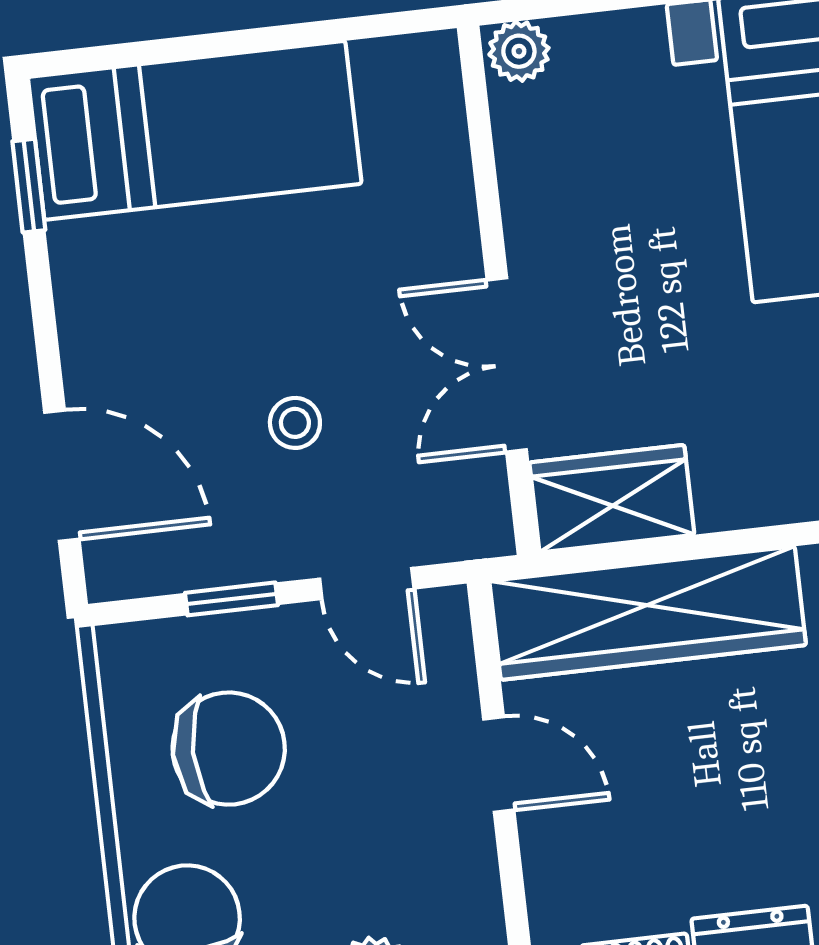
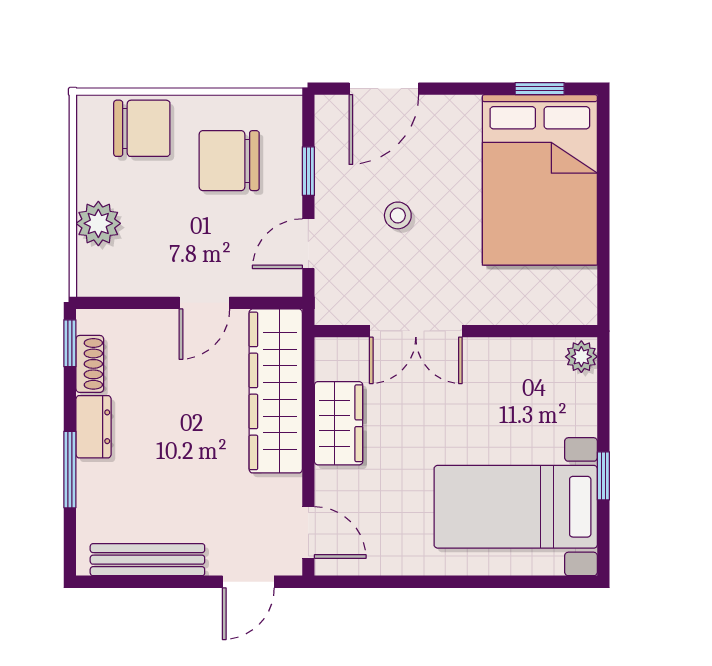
bed: (195, 130) -> (540, 180), width x1.50
double door: (507, 365) -> (416, 331), swing flipped
wardrobe: (612, 499) -> (339, 423), moved
chair: (229, 749) -> (229, 161), turned 90

